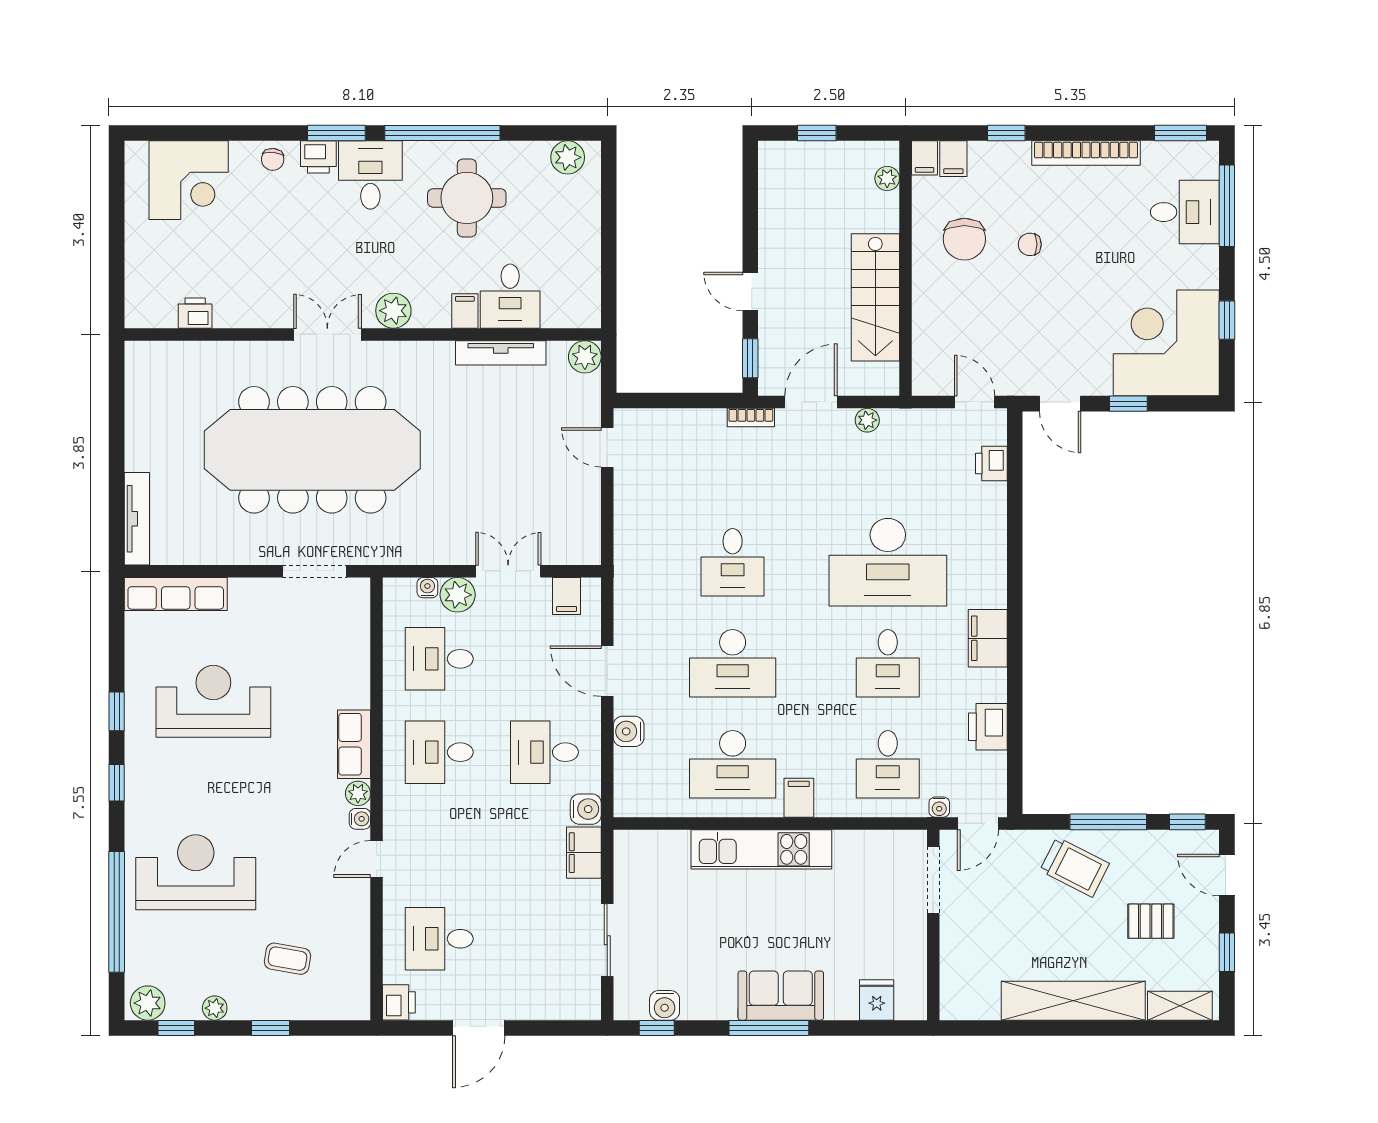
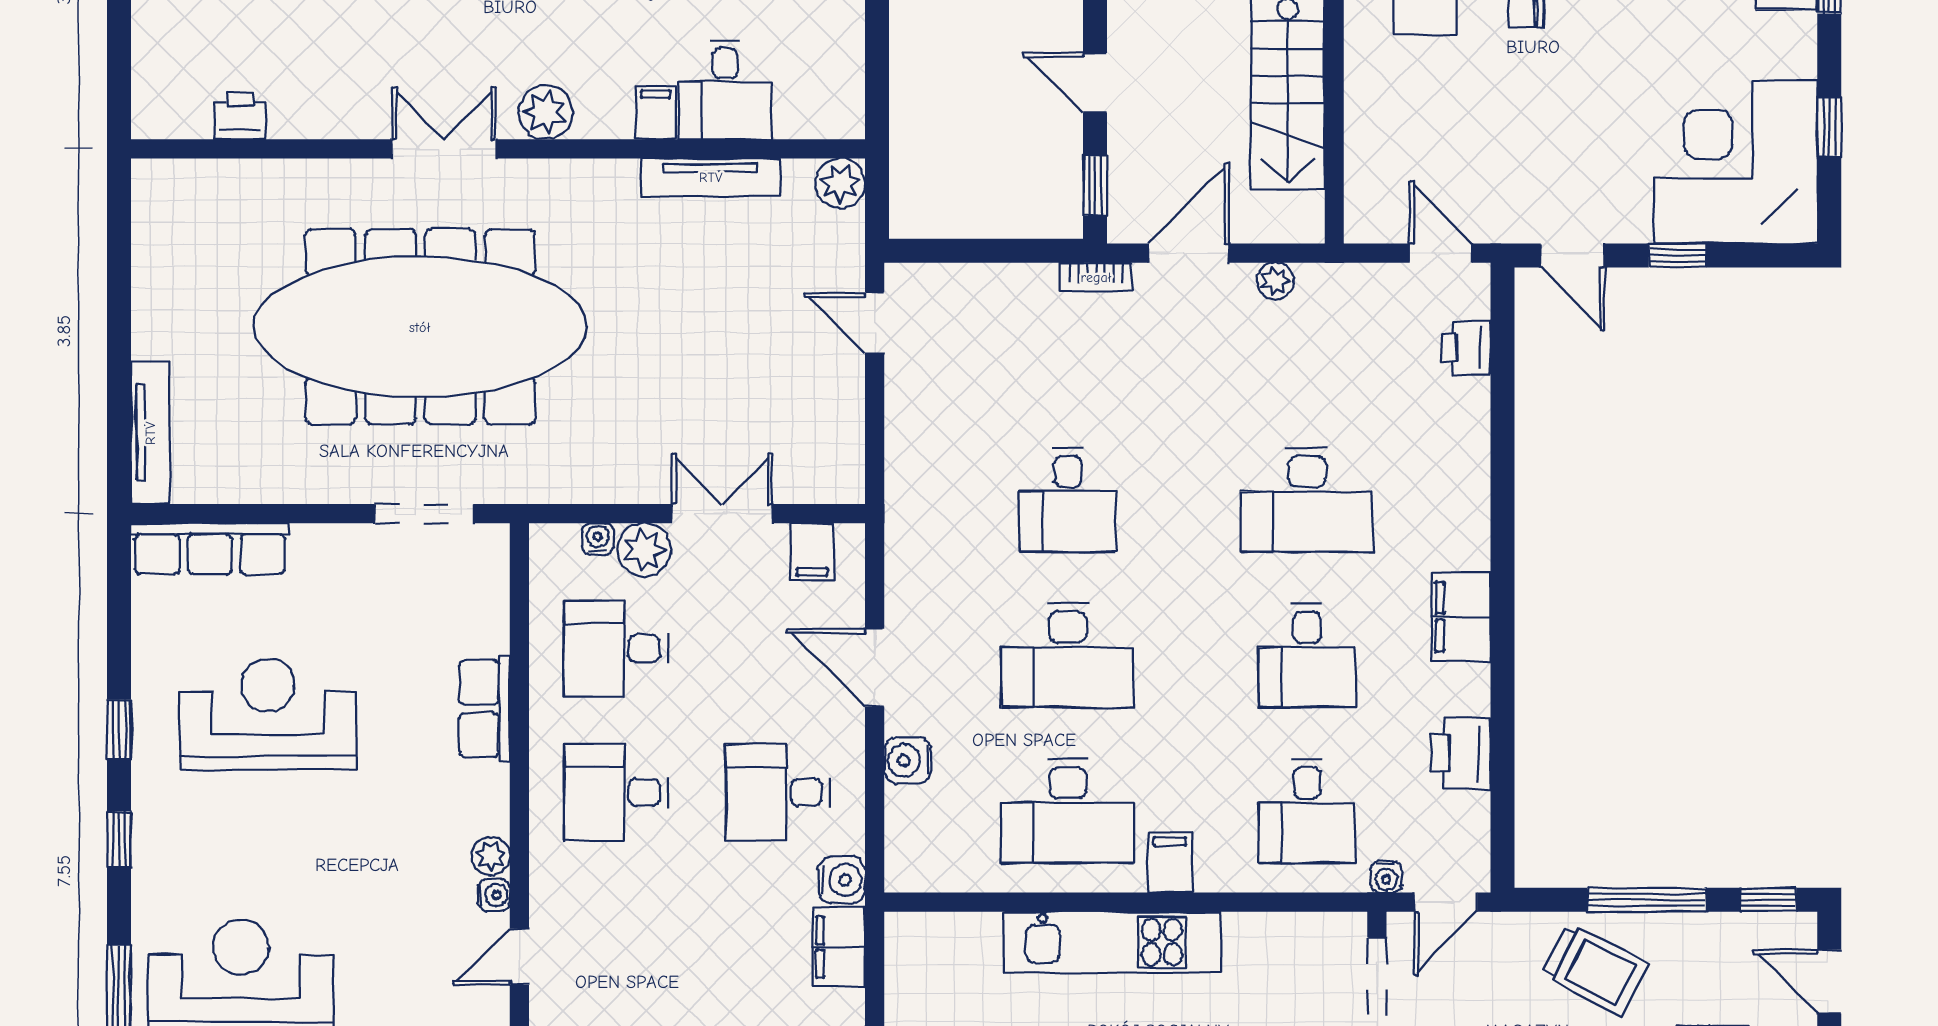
desk: (888, 562) -> (1307, 500), width x0.73, depth x0.77
row of seats: (354, 744) -> (485, 709), moved

